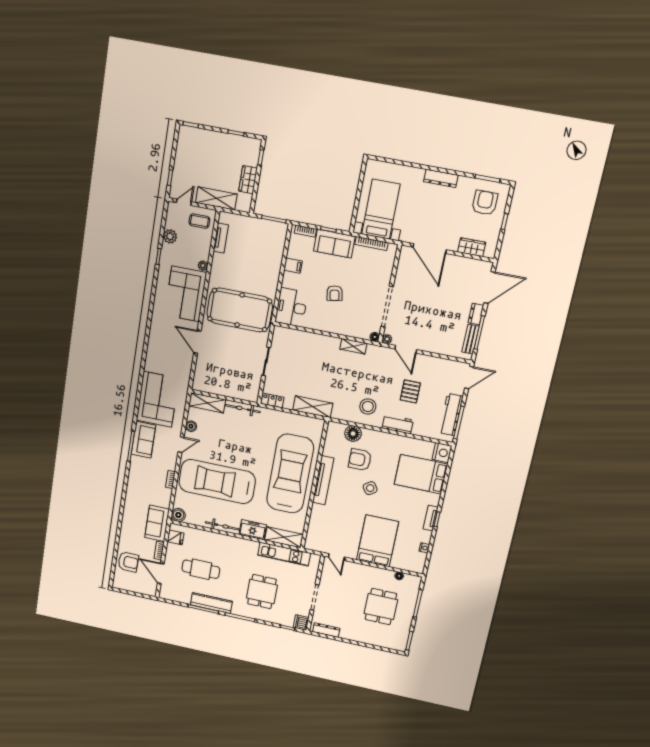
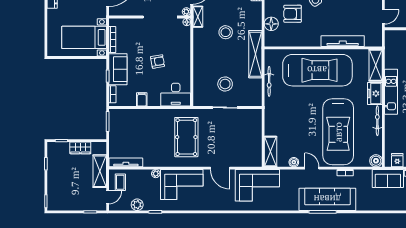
door: (184, 202) -> (108, 197), swing flipped
tv unit: (221, 238) -> (126, 162), width x1.41
pool table: (240, 310) -> (186, 137), width x0.73, depth x0.76
door: (197, 342) -> (220, 168), hinge flipped
shelving: (353, 346) -> (198, 17), moved
stool: (293, 367) -> (225, 84), added
corner sofa: (157, 399) -> (257, 185), moved, turned 180
locker: (272, 400) -> (257, 97), removed
stool: (368, 406) -> (226, 32), moved
shelving: (313, 407) -> (255, 54), width x1.47
bicycle: (243, 409) -> (269, 81), moved
sofa: (143, 440) -> (327, 199), width x1.85, depth x1.27
armchair: (360, 460) -> (293, 14), turned 90
car: (290, 474) -> (317, 70), turned 180
tv unit: (323, 480) -> (343, 41), moved
kitchen unit: (284, 554) -> (391, 92), moved

